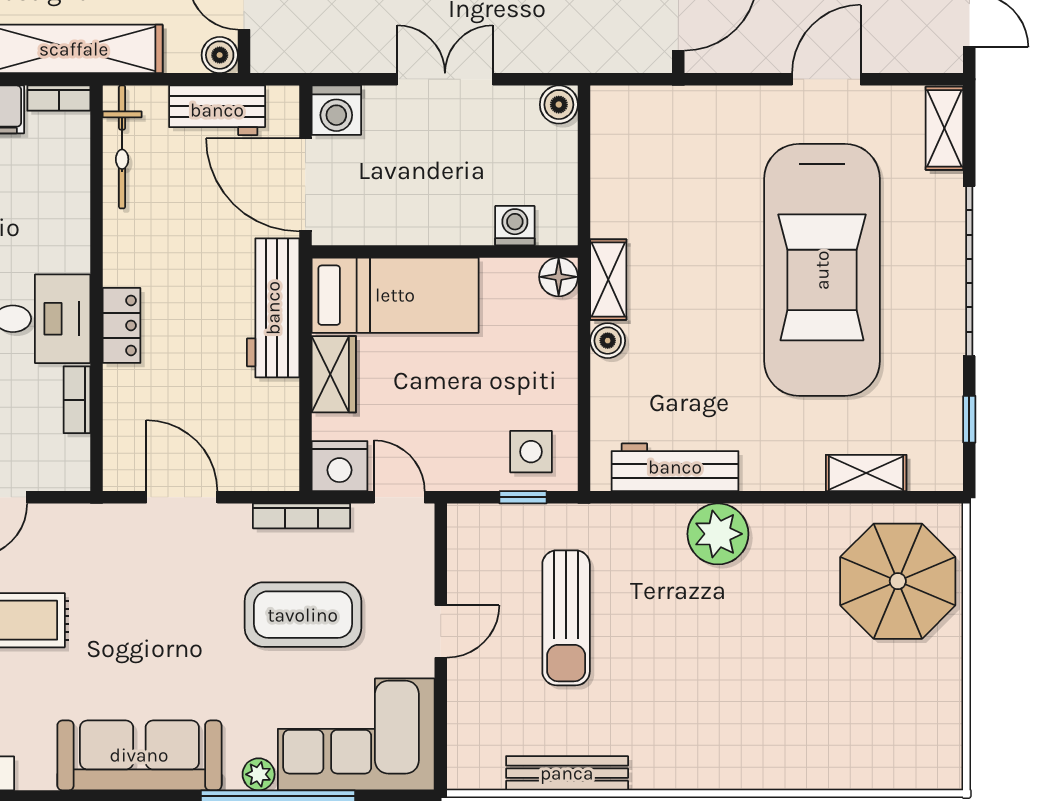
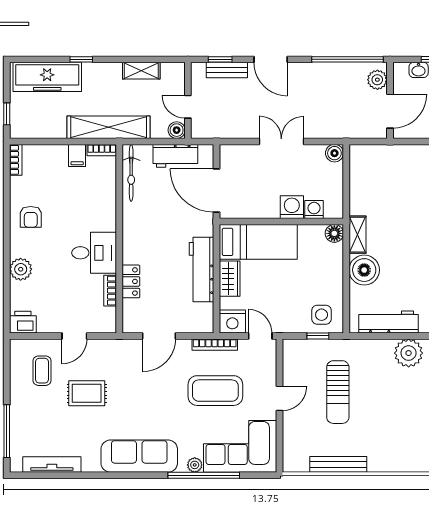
washing machine: (336, 110) -> (292, 207), moved, turned 180
workbench: (273, 308) -> (201, 270), moved
locker: (122, 325) -> (131, 281), moved
boiler: (608, 341) -> (364, 270), width x1.86, depth x1.86
door: (182, 497) -> (159, 336), swing flipped

